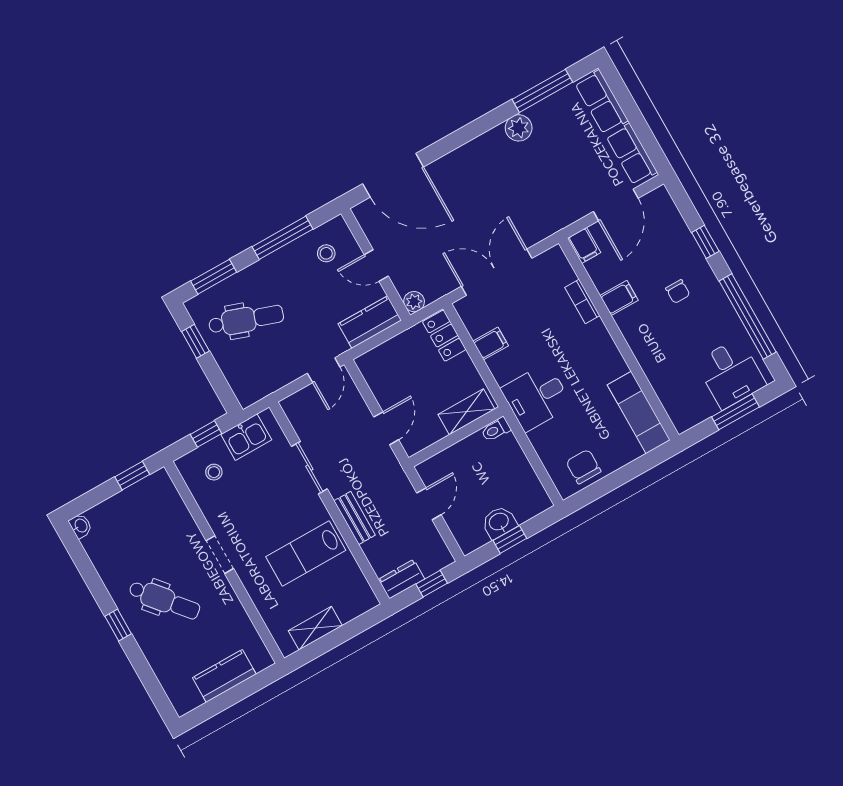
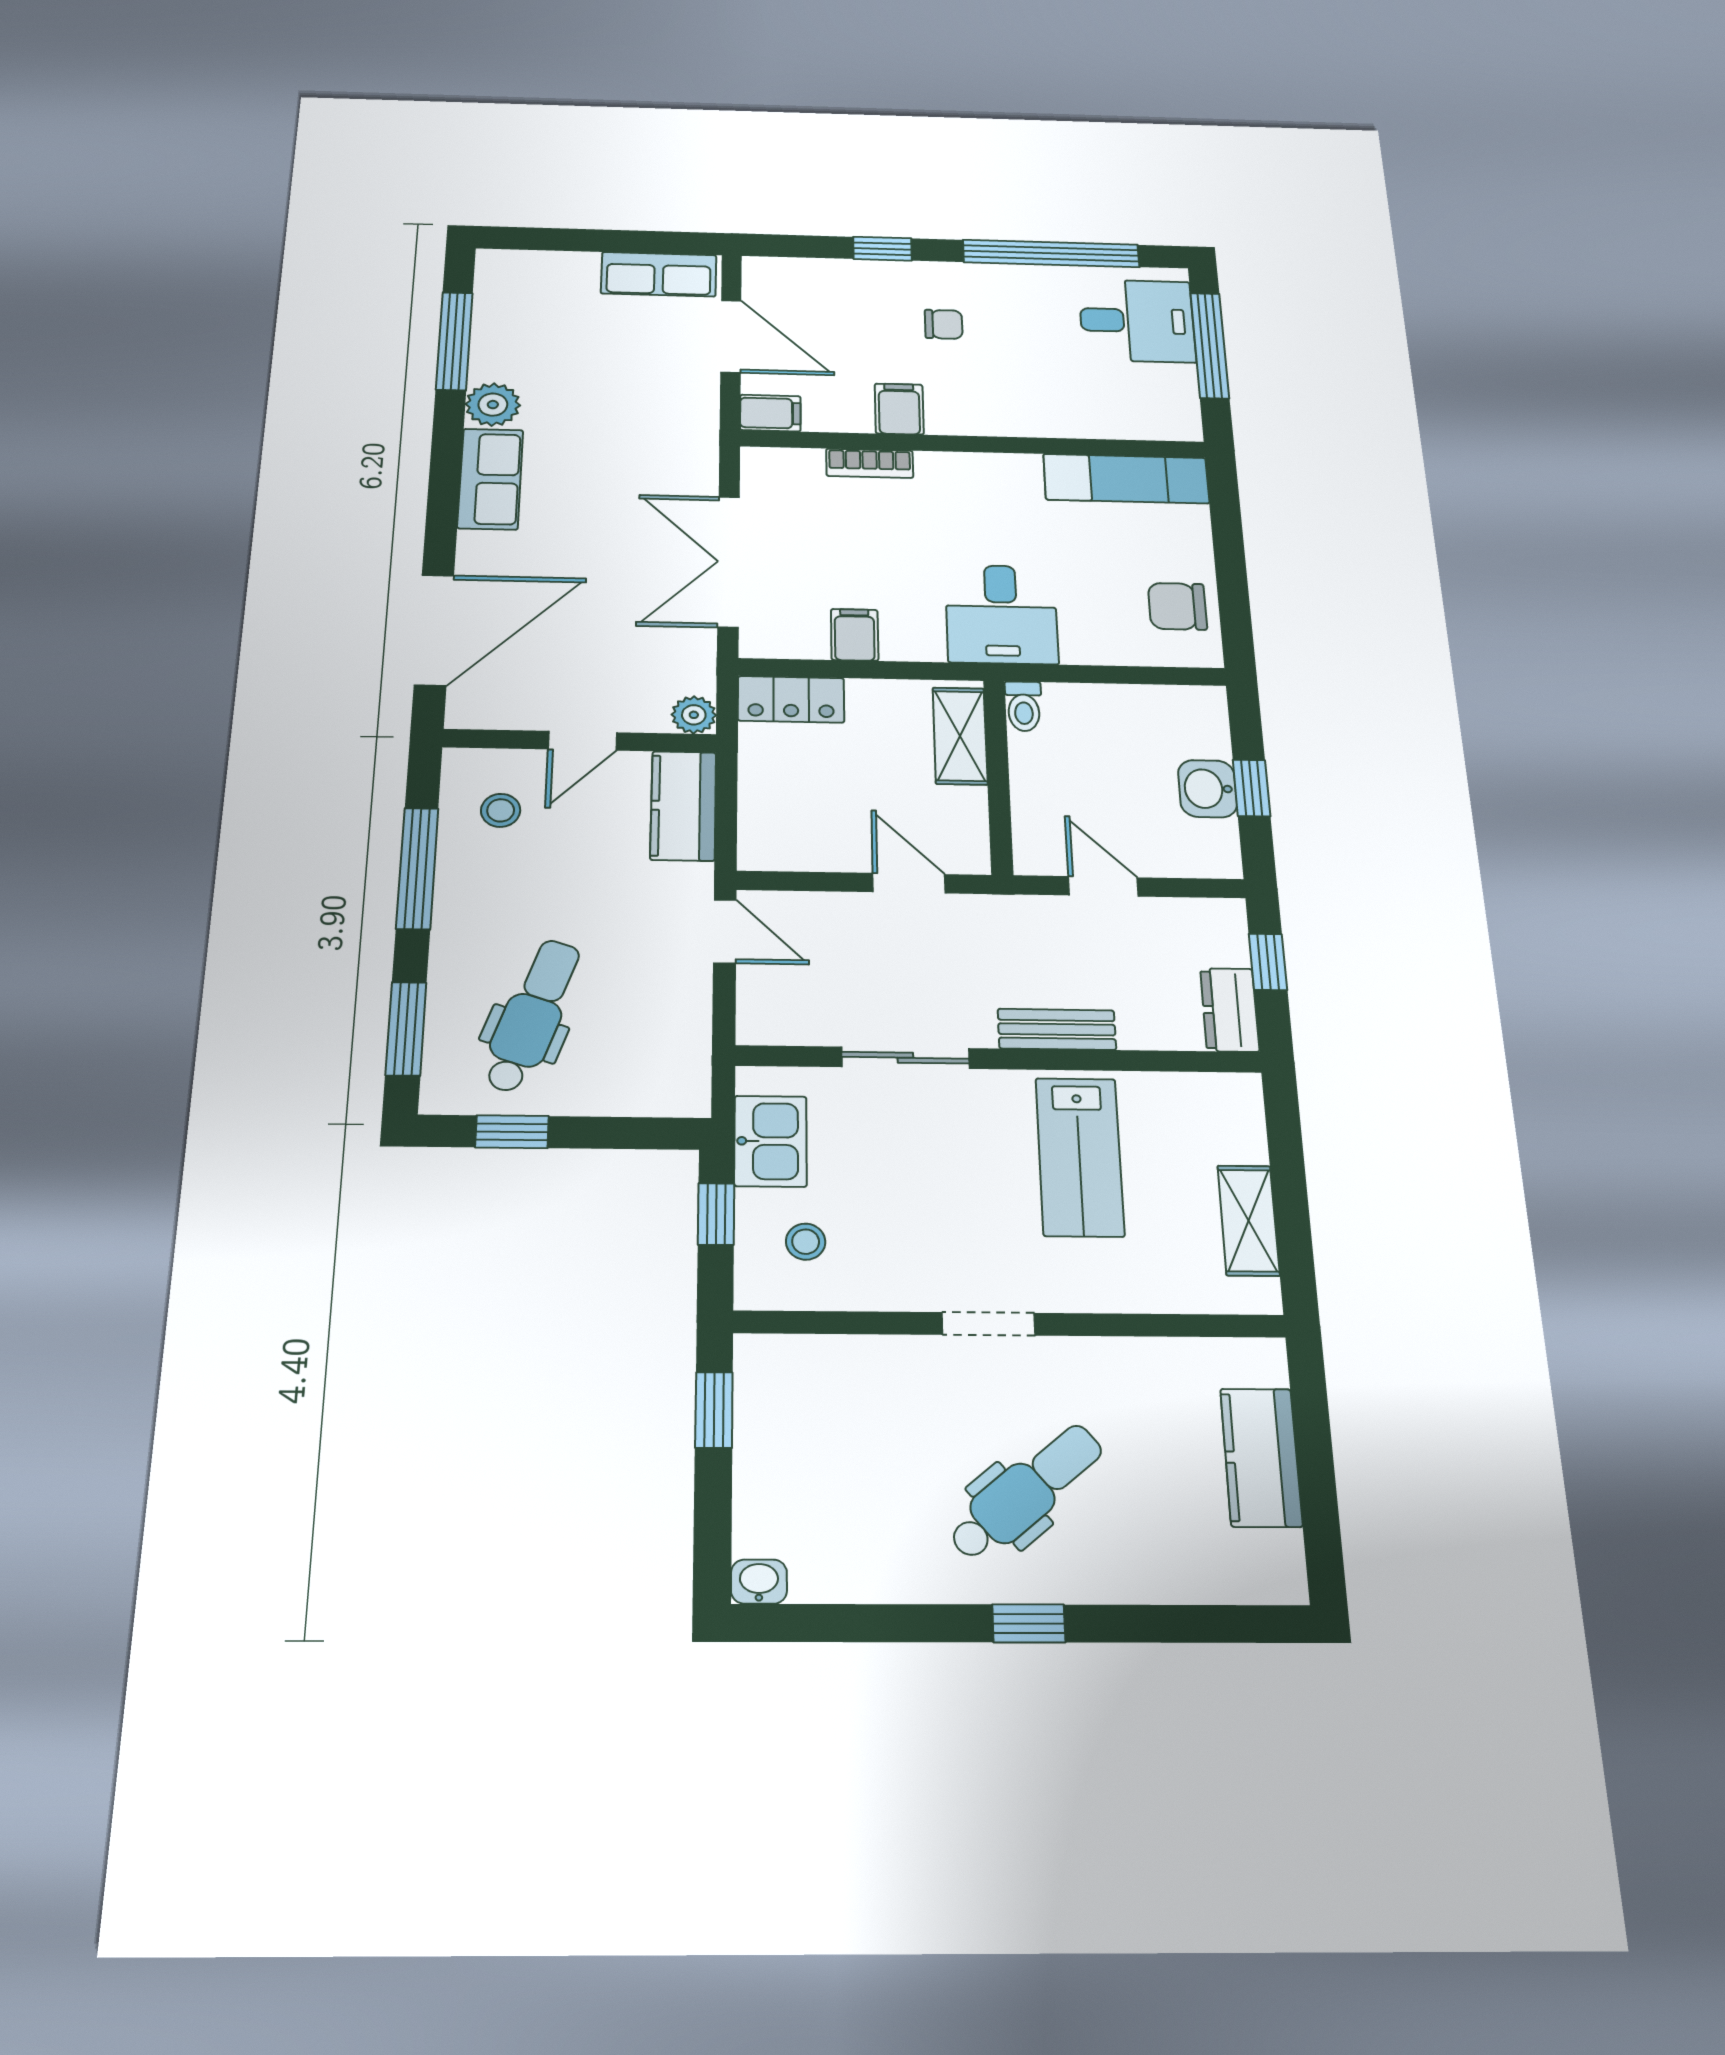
row of seats: (601, 102) -> (490, 479), moved, turned -90
window: (735, 412) -> (1210, 345), width x1.44

